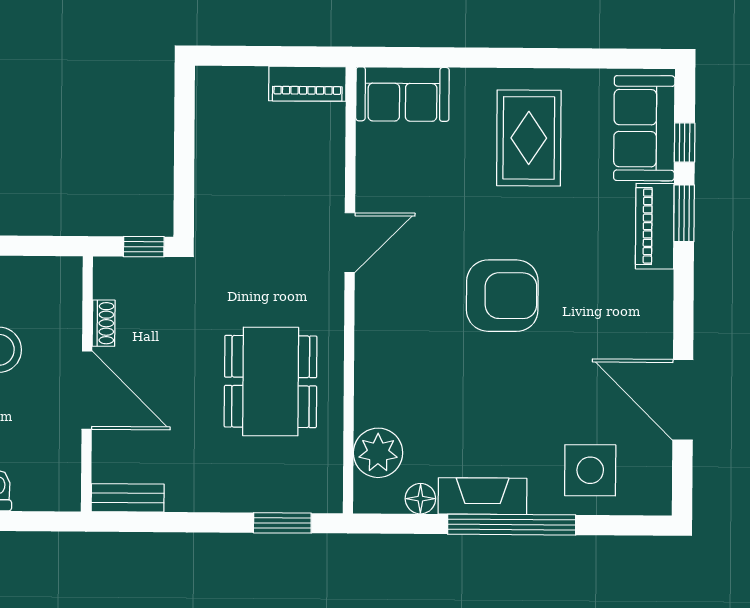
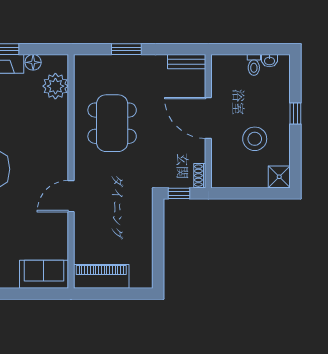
piano: (307, 84) -> (101, 276), width x1.37, depth x1.33
shoe rack: (104, 323) -> (200, 176), moved
window: (282, 523) -> (126, 49), moved

